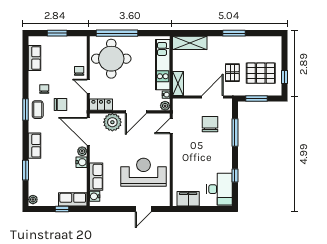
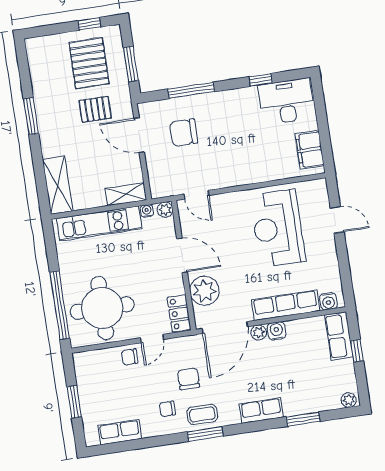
row of seats: (96, 177) -> (286, 305), width x1.48

